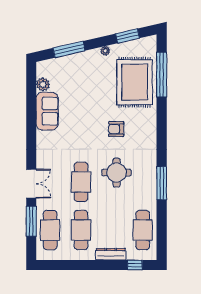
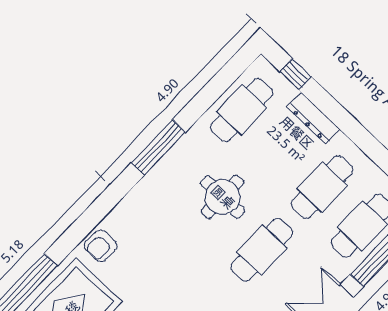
armchair: (116, 129) -> (101, 246), moved, turned 90
round table: (117, 173) -> (223, 197), moved

